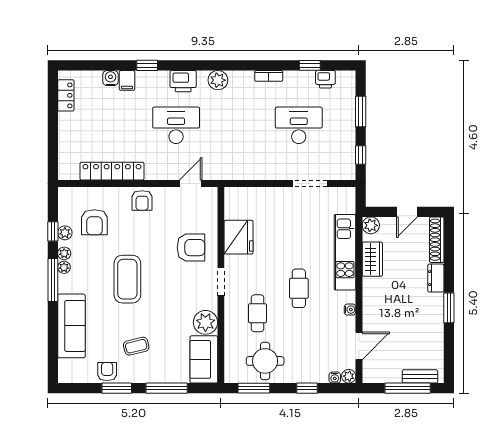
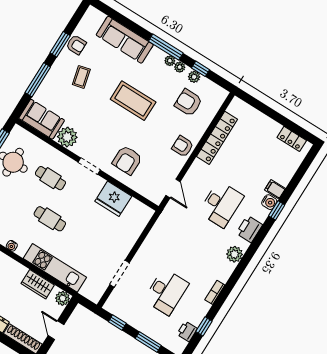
water cooler: (110, 78) -> (269, 202), moved

